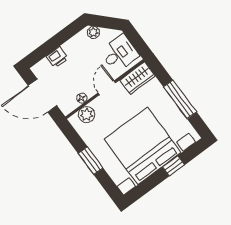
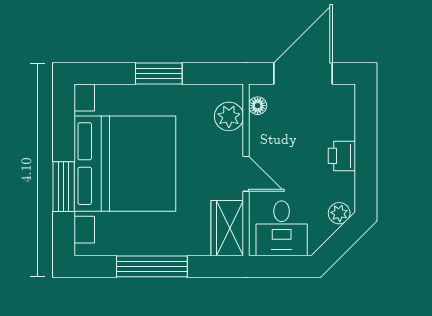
printer: (57, 57) -> (342, 156), moved
floor lamp: (82, 98) -> (258, 106), moved
window: (173, 166) -> (64, 187), width x1.50

